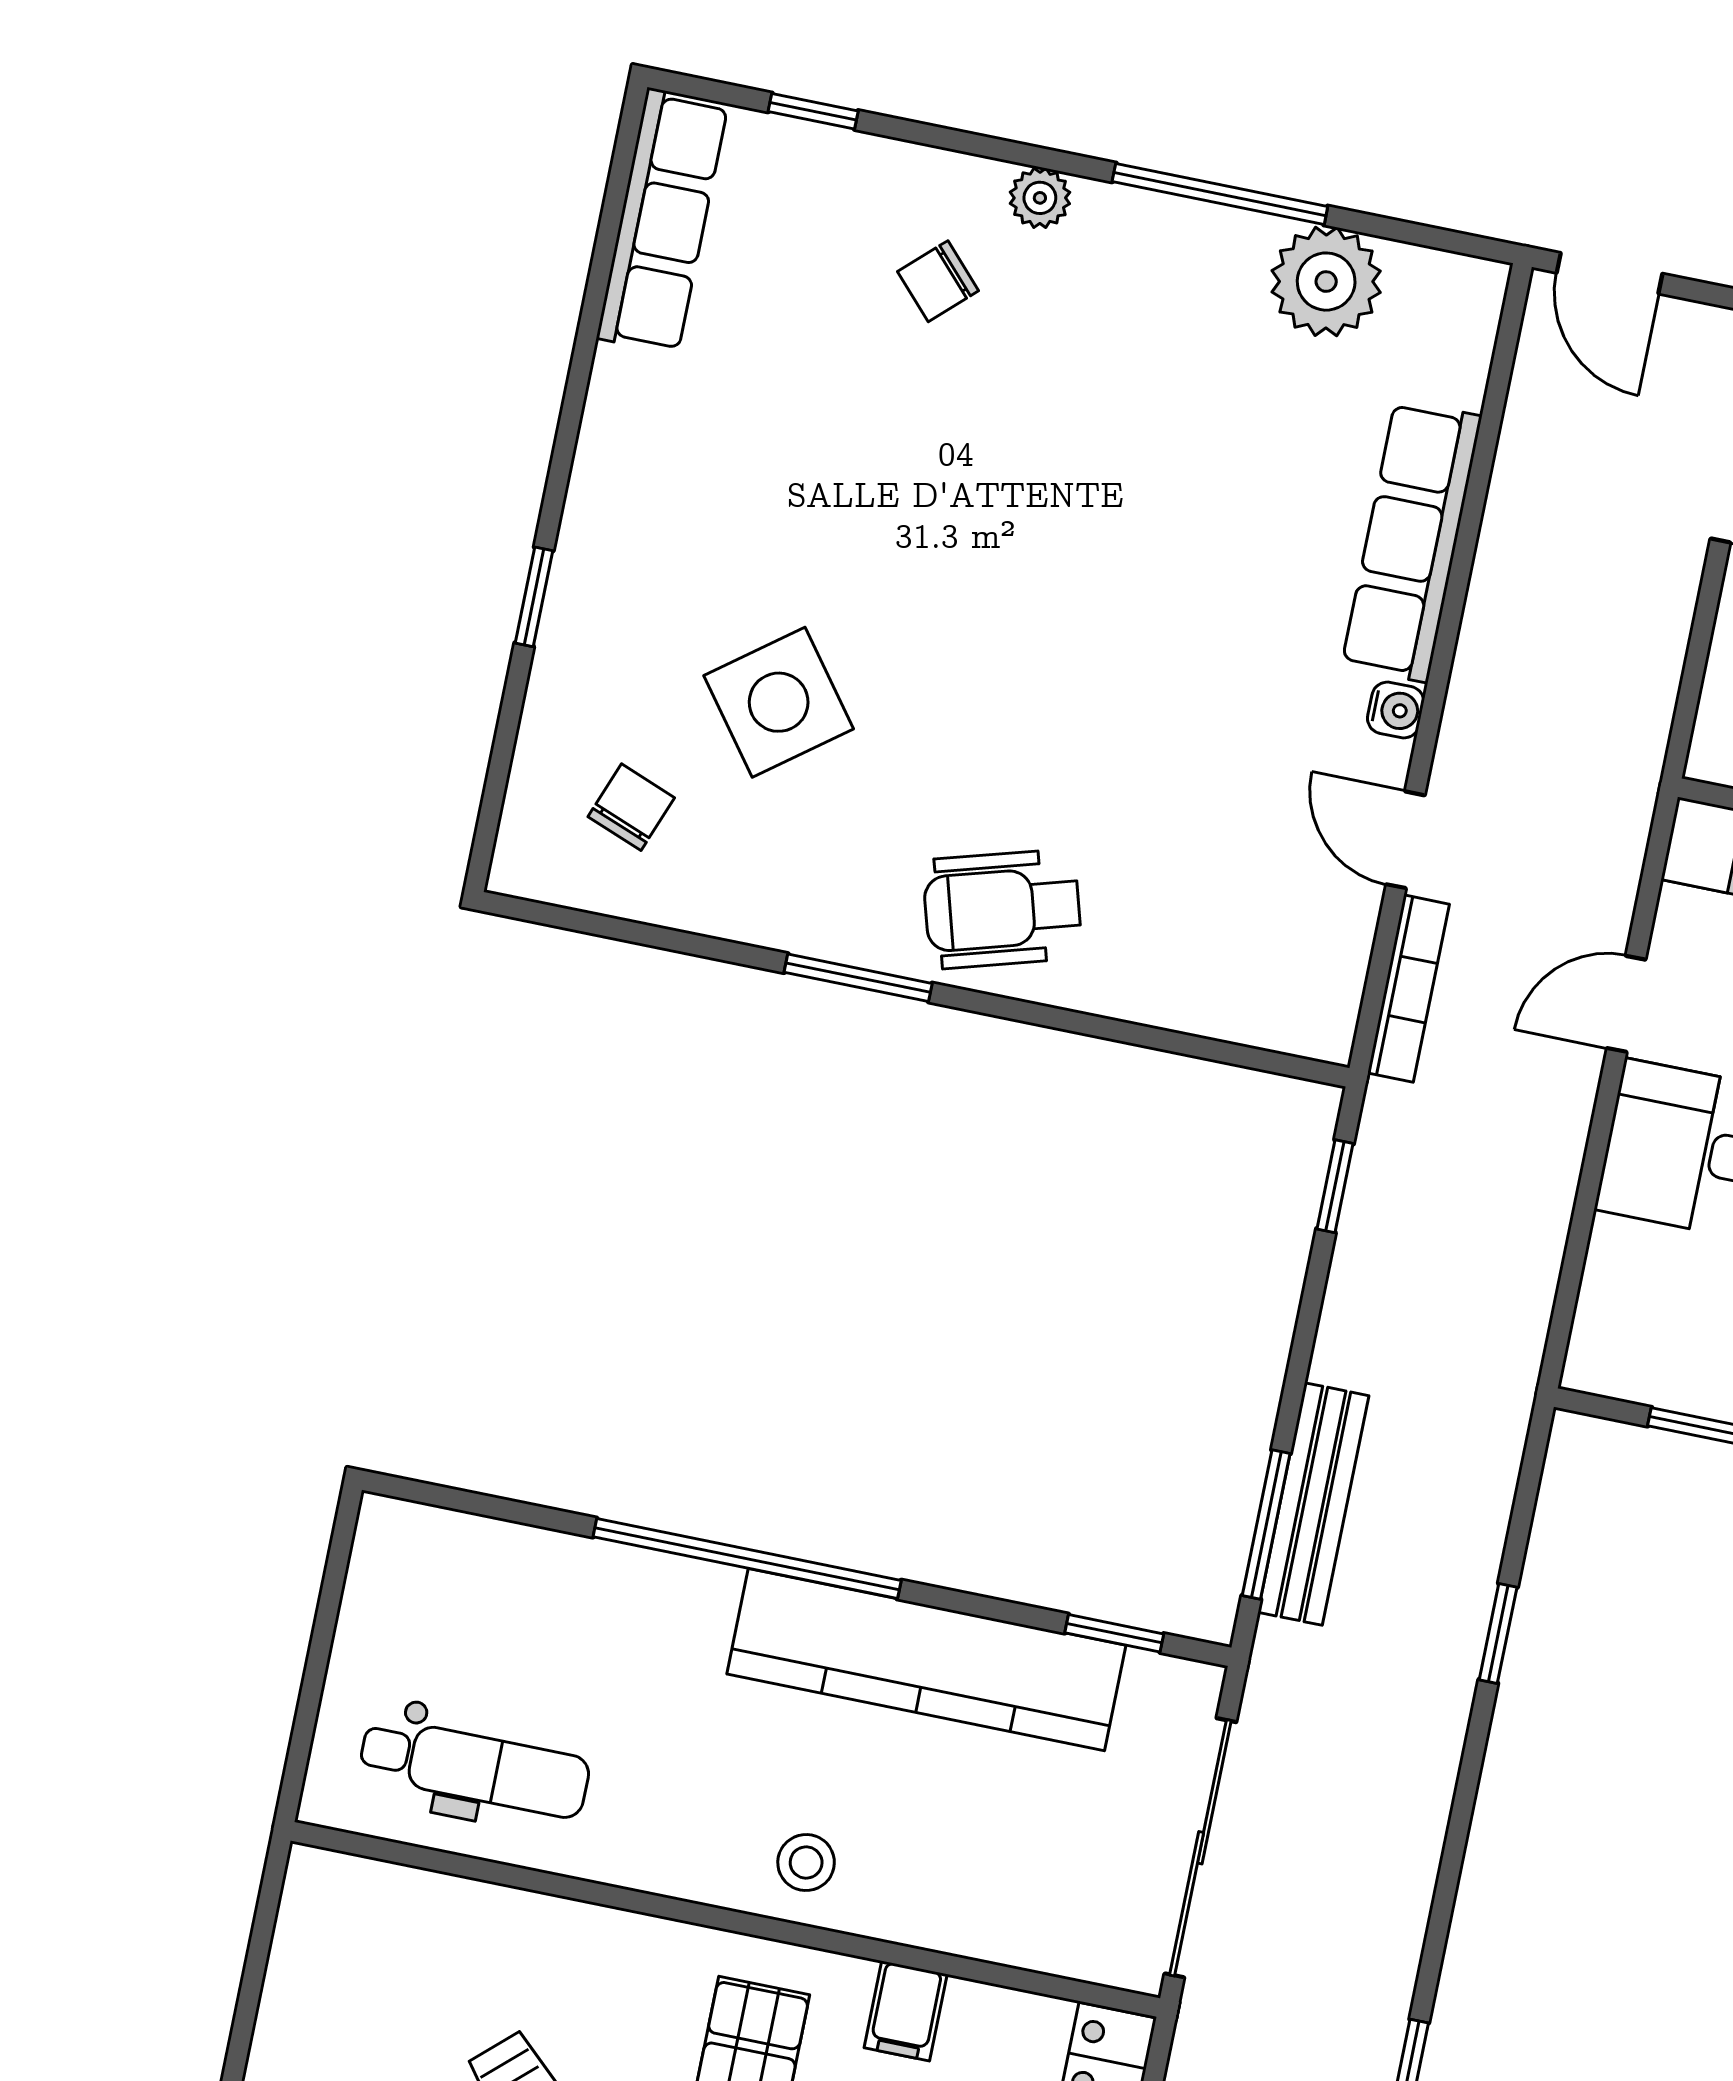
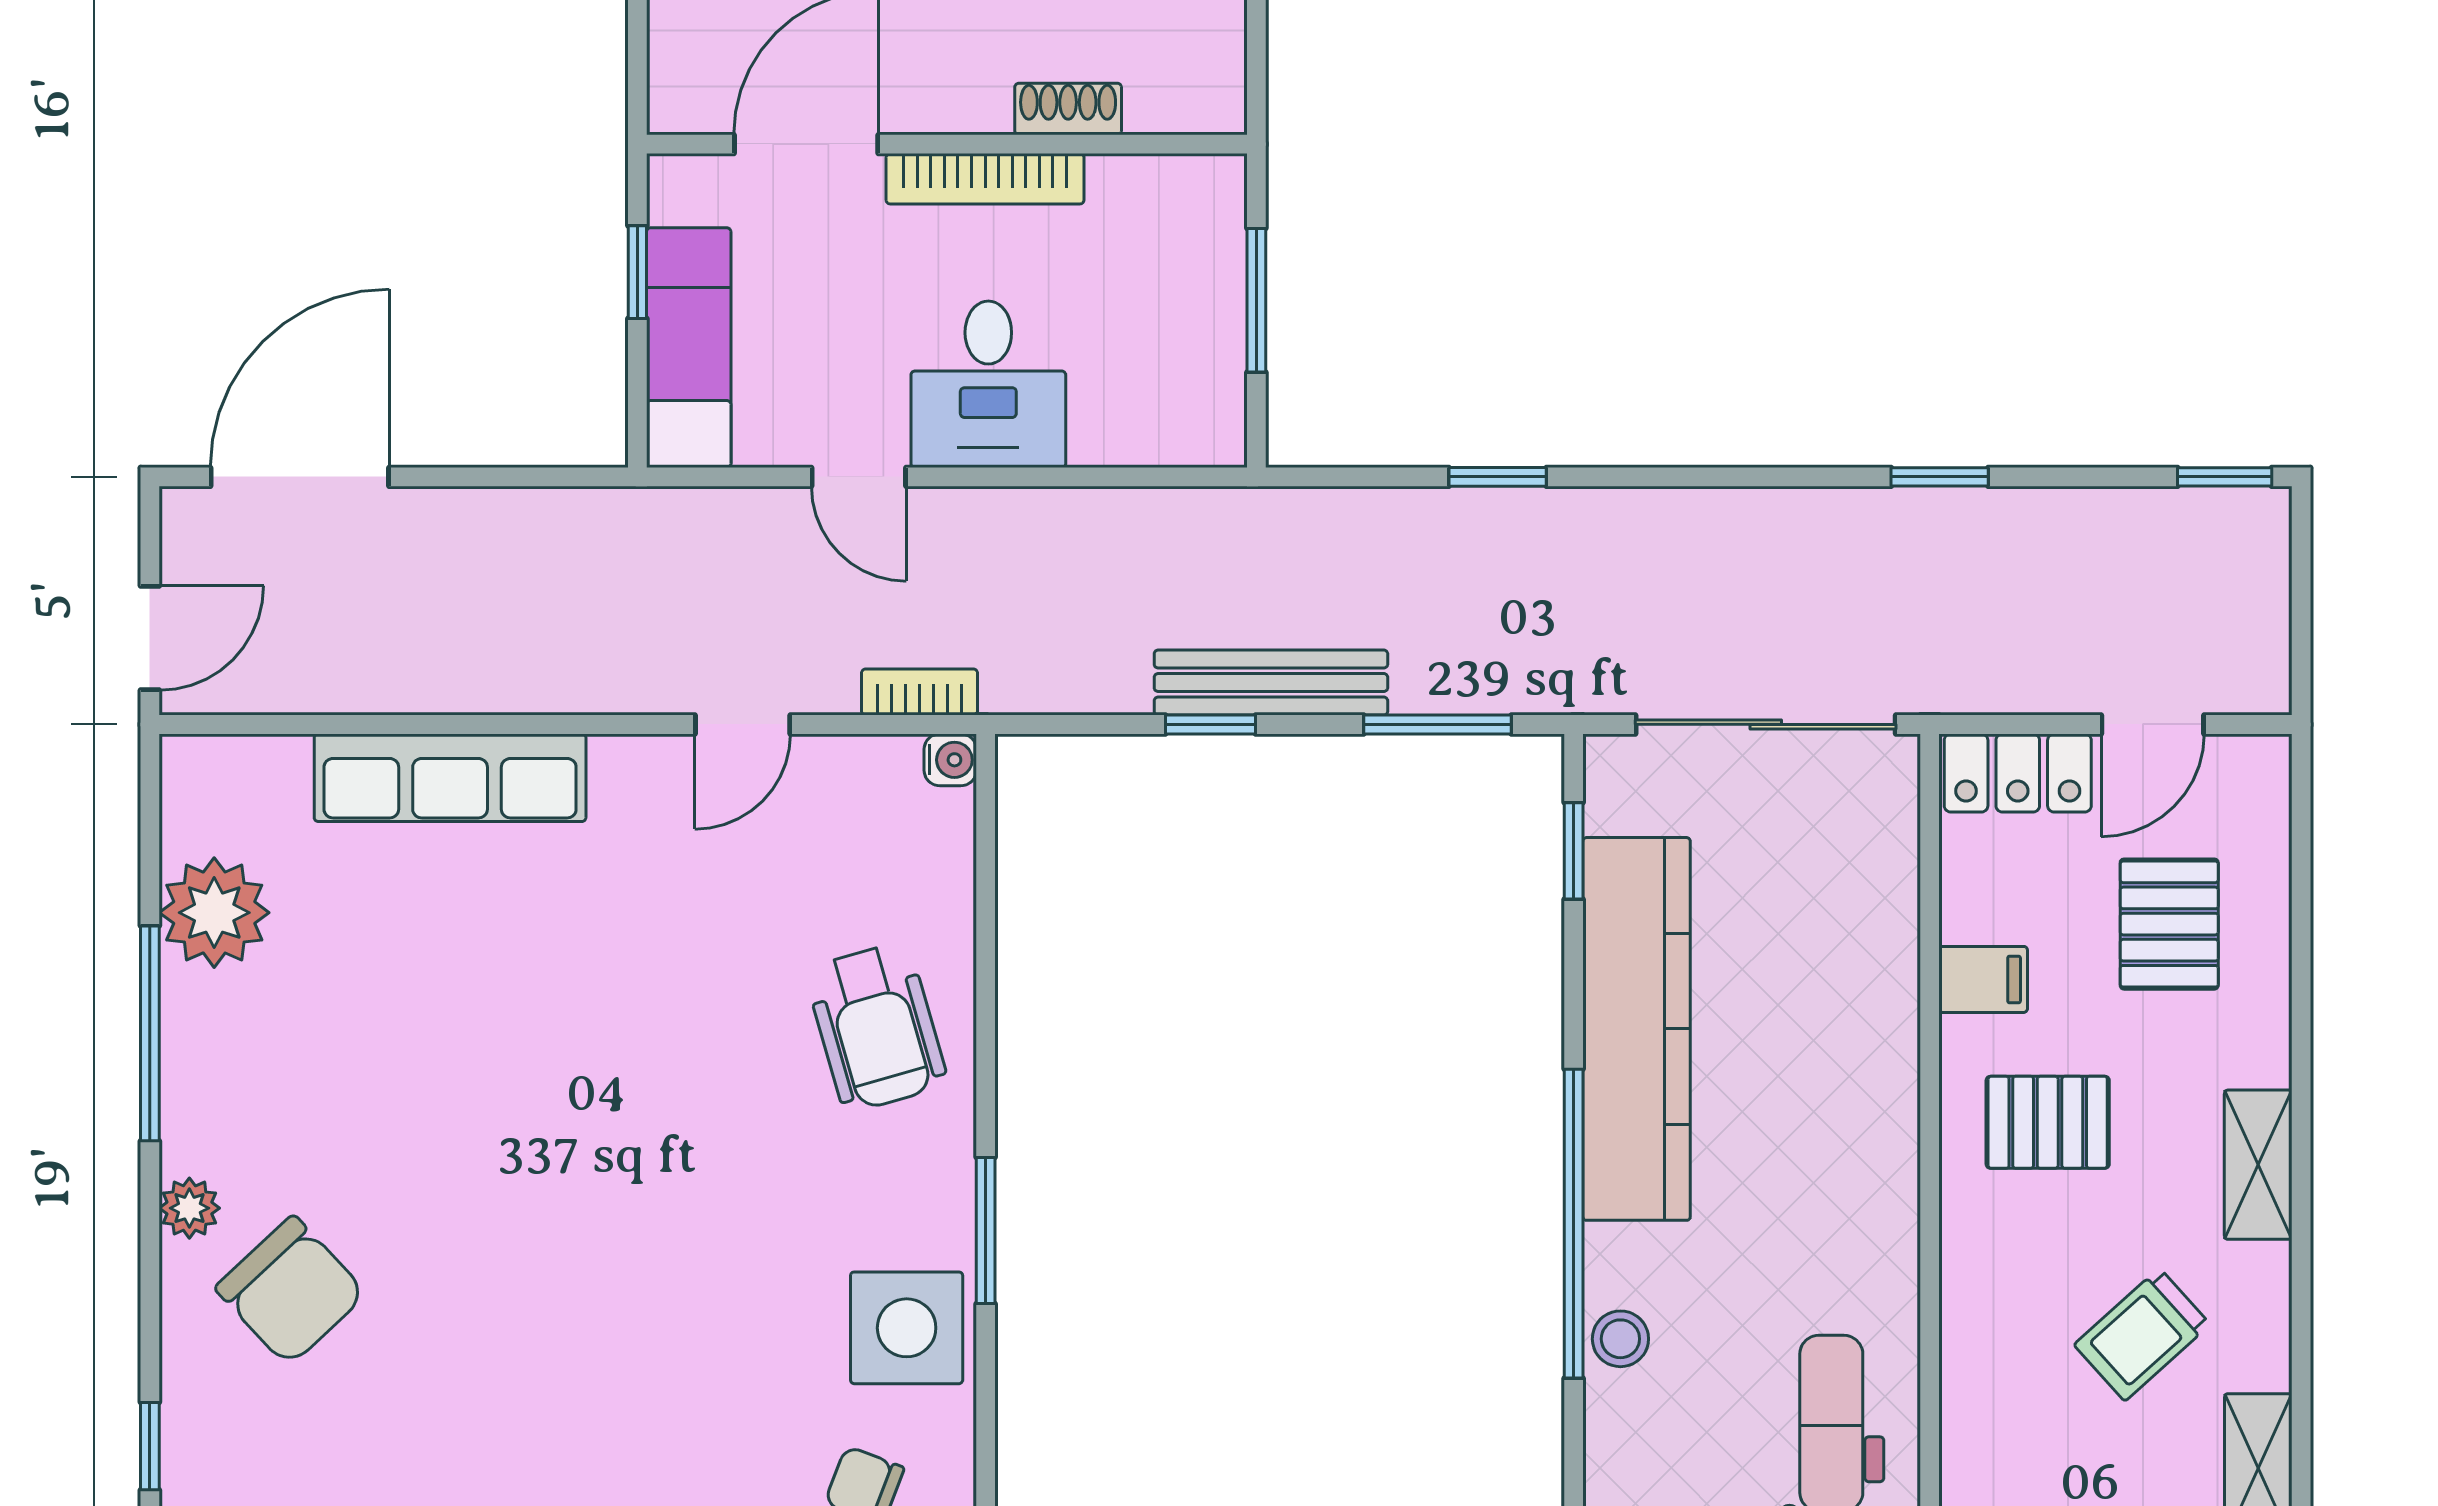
chair: (938, 281) -> (291, 1291), width x1.87, depth x1.87
side table: (779, 702) -> (907, 1328), moved, turned 37
water cooler: (1396, 710) -> (950, 760), moved, turned 90
wheelchair: (1002, 909) -> (876, 1027), moved
bookcase: (1409, 989) -> (920, 692), width x0.64
window: (1335, 1186) -> (1210, 724), moved
bench: (1313, 1504) -> (1271, 683), moved
stool: (806, 1863) -> (1620, 1339), moved

